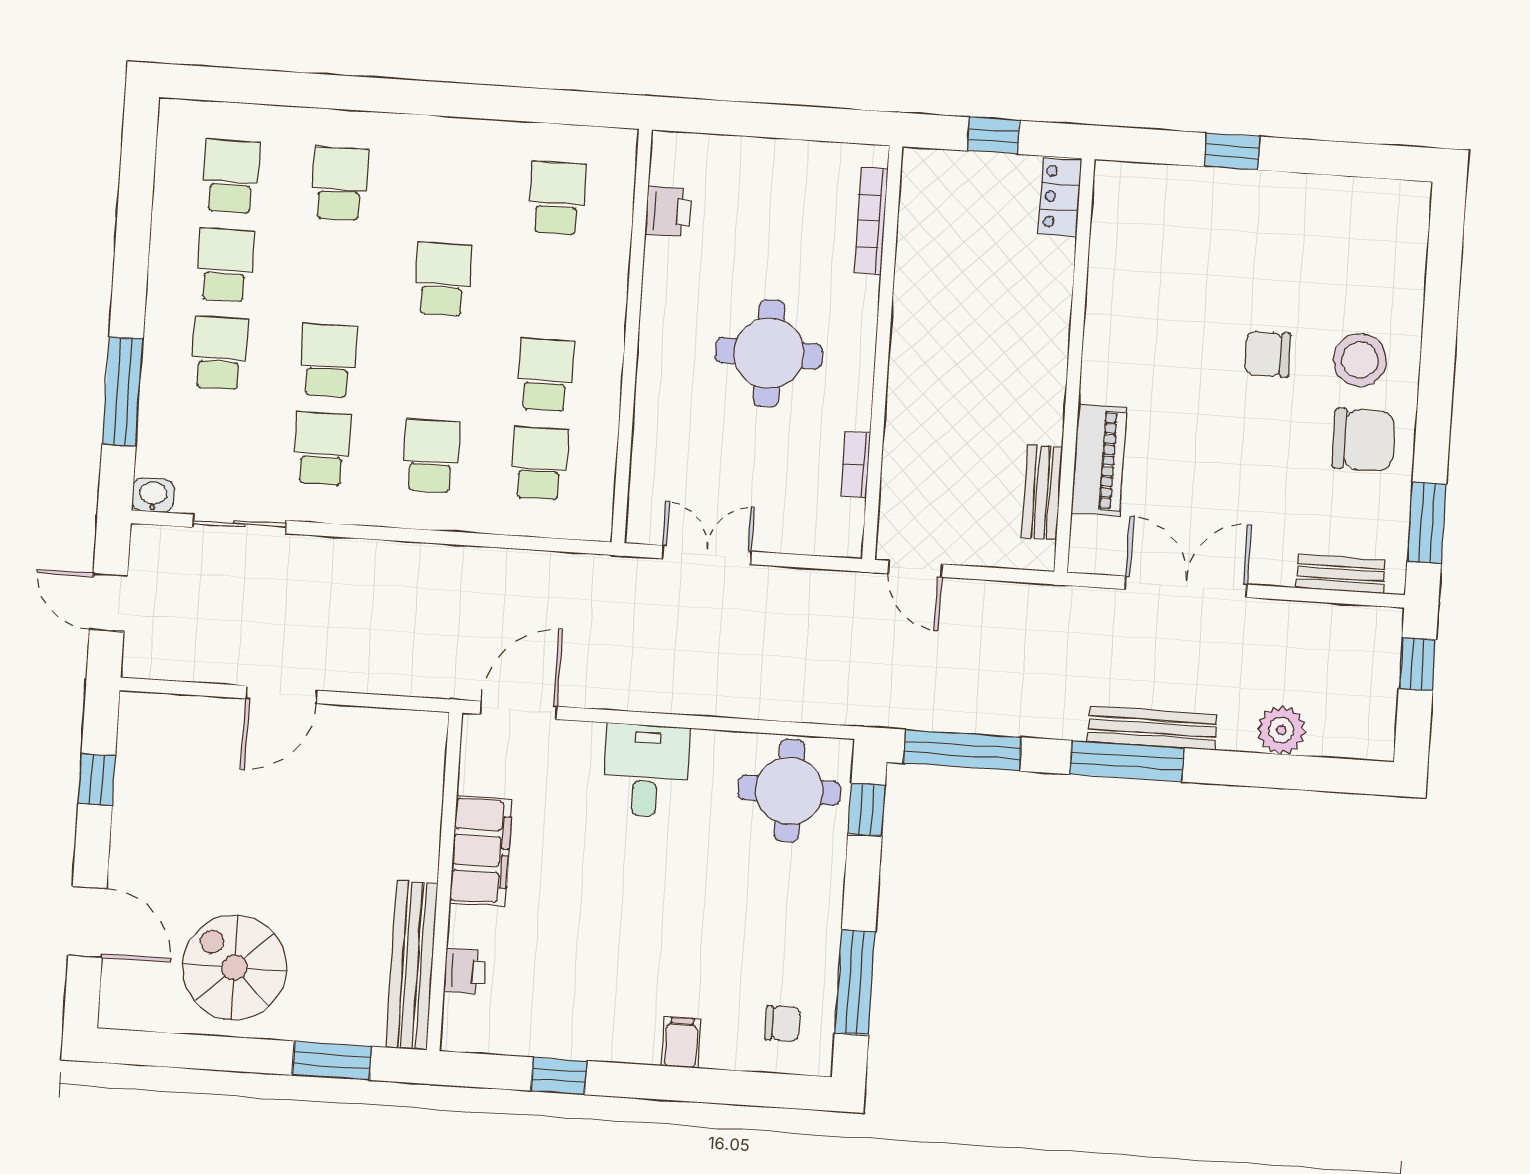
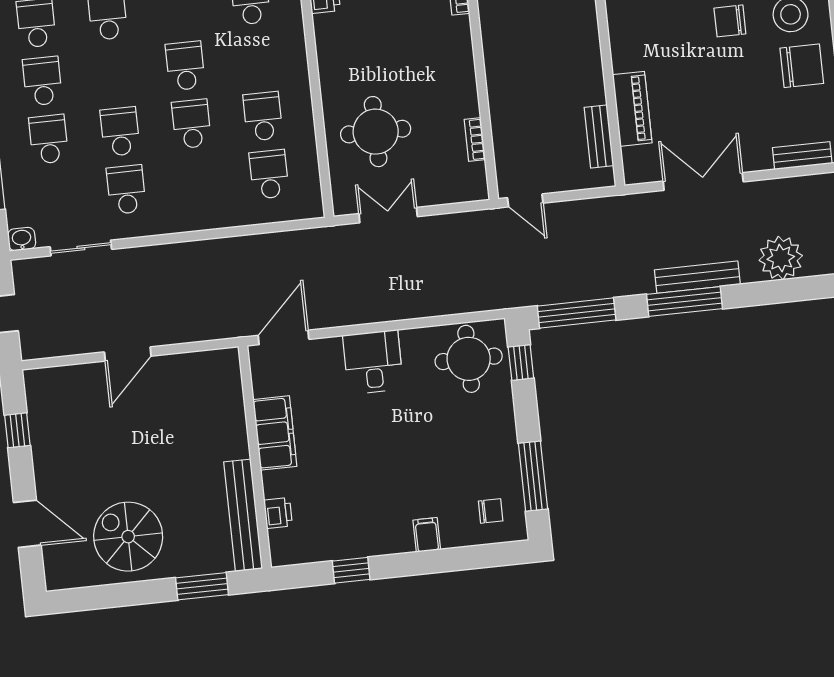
round table: (769, 353) -> (376, 132), moved
school desk: (431, 456) -> (191, 124), moved
plant: (1281, 730) -> (781, 258), width x1.36, depth x1.36

